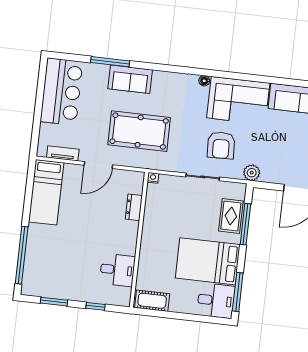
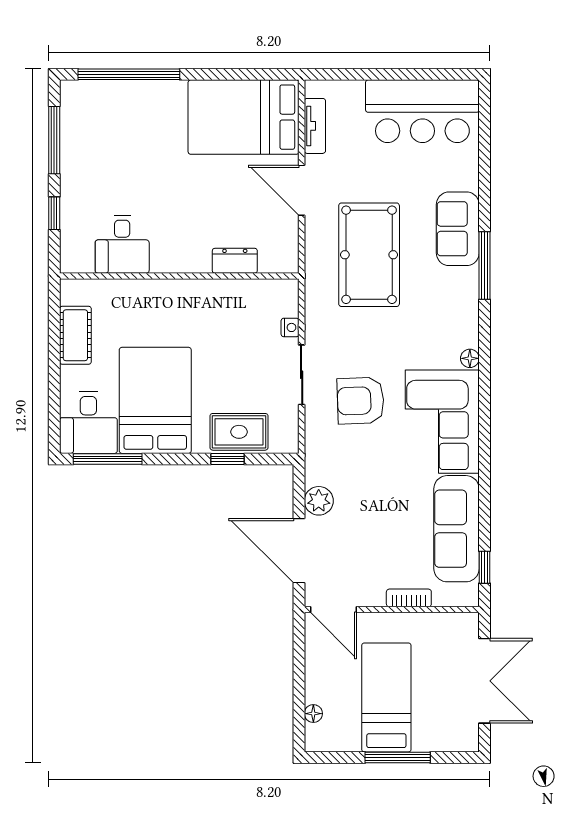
window: (110, 62) -> (485, 265), moved
plant: (252, 173) -> (319, 501), moved
nightstand: (153, 178) -> (290, 327), moved
bed: (46, 192) -> (244, 117), width x1.50
window: (245, 224) -> (228, 459), width x0.46
cot: (152, 301) -> (75, 335), moved
window: (54, 302) -> (54, 140), width x1.44

